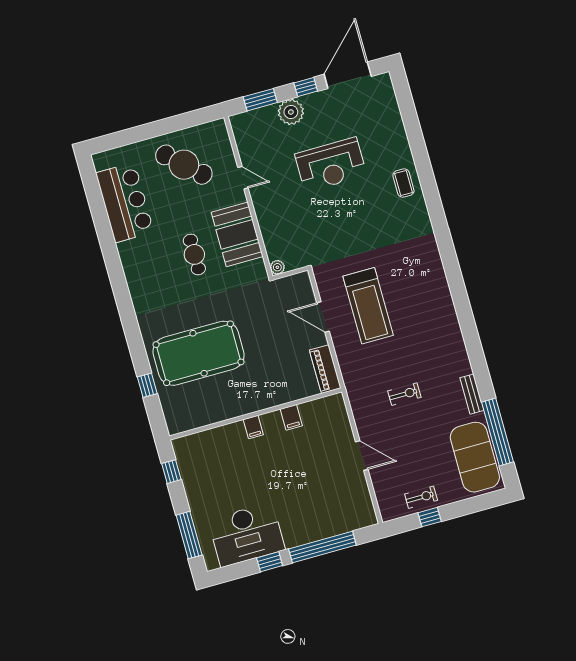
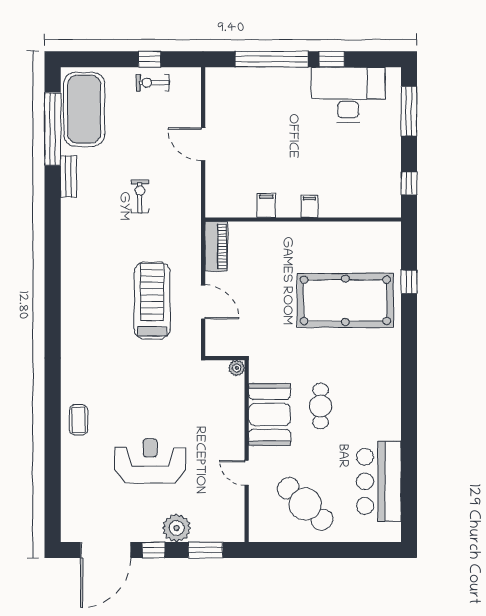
exercise bike: (404, 394) -> (140, 197), turned 90

